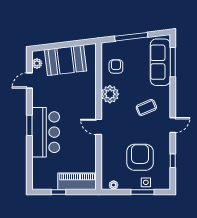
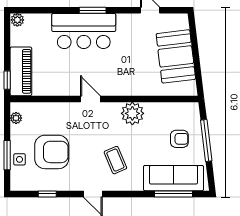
plant: (37, 63) -> (17, 20), moved
armchair: (116, 66) -> (179, 139), moved
door: (99, 127) -> (90, 99), hinge flipped
window: (58, 192) -> (7, 80), moved

